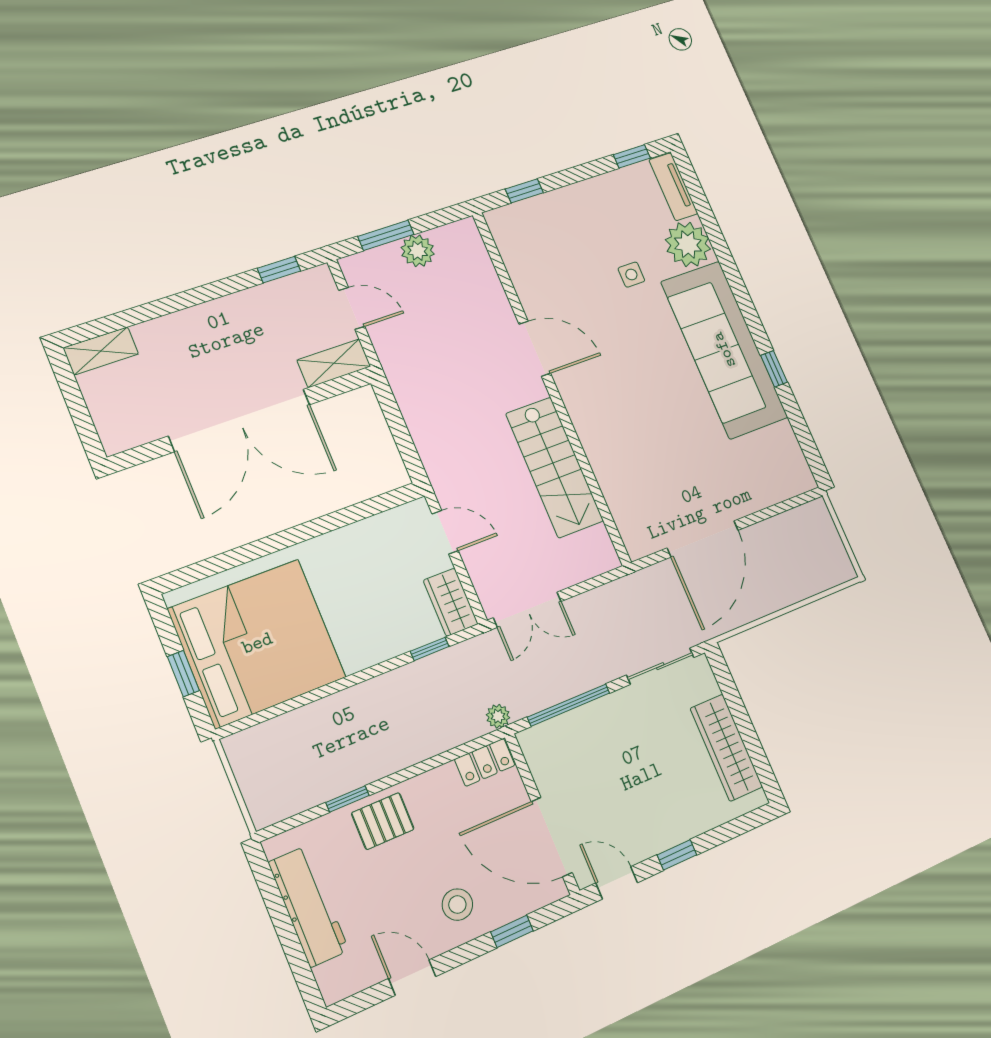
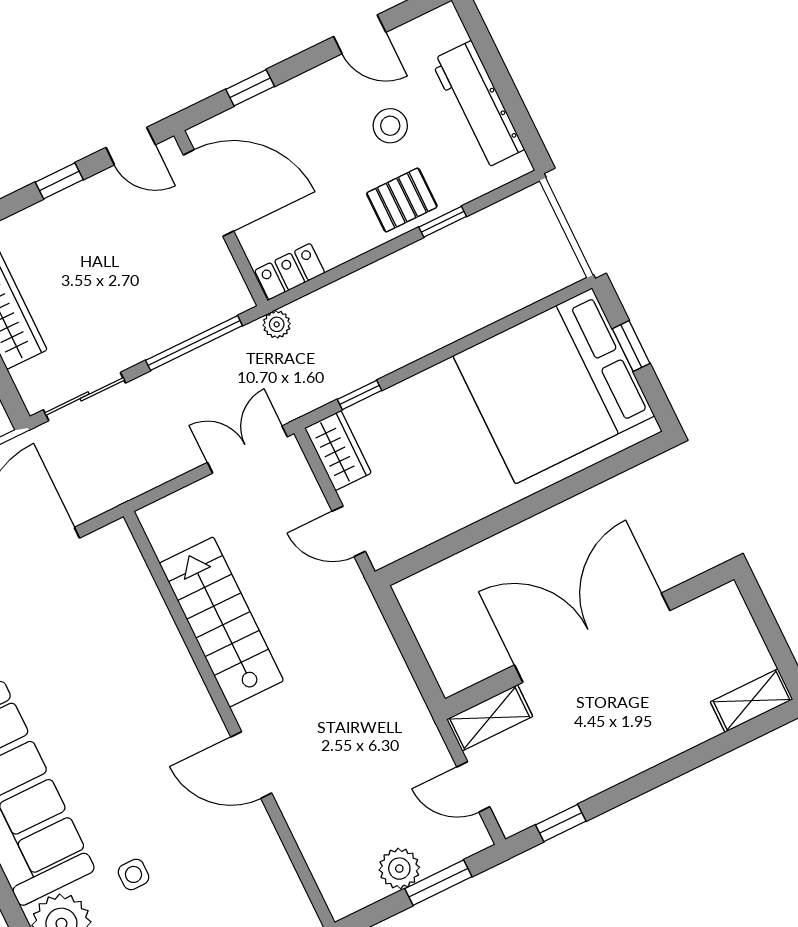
stool: (457, 905) -> (390, 126), moved

